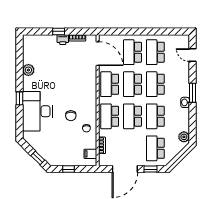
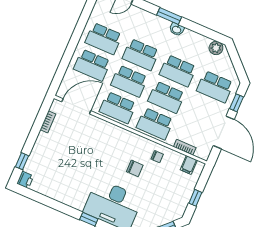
window: (59, 31) -> (22, 161), moved
printer: (63, 40) -> (25, 180), moved
plant: (28, 70) -> (61, 195), removed

